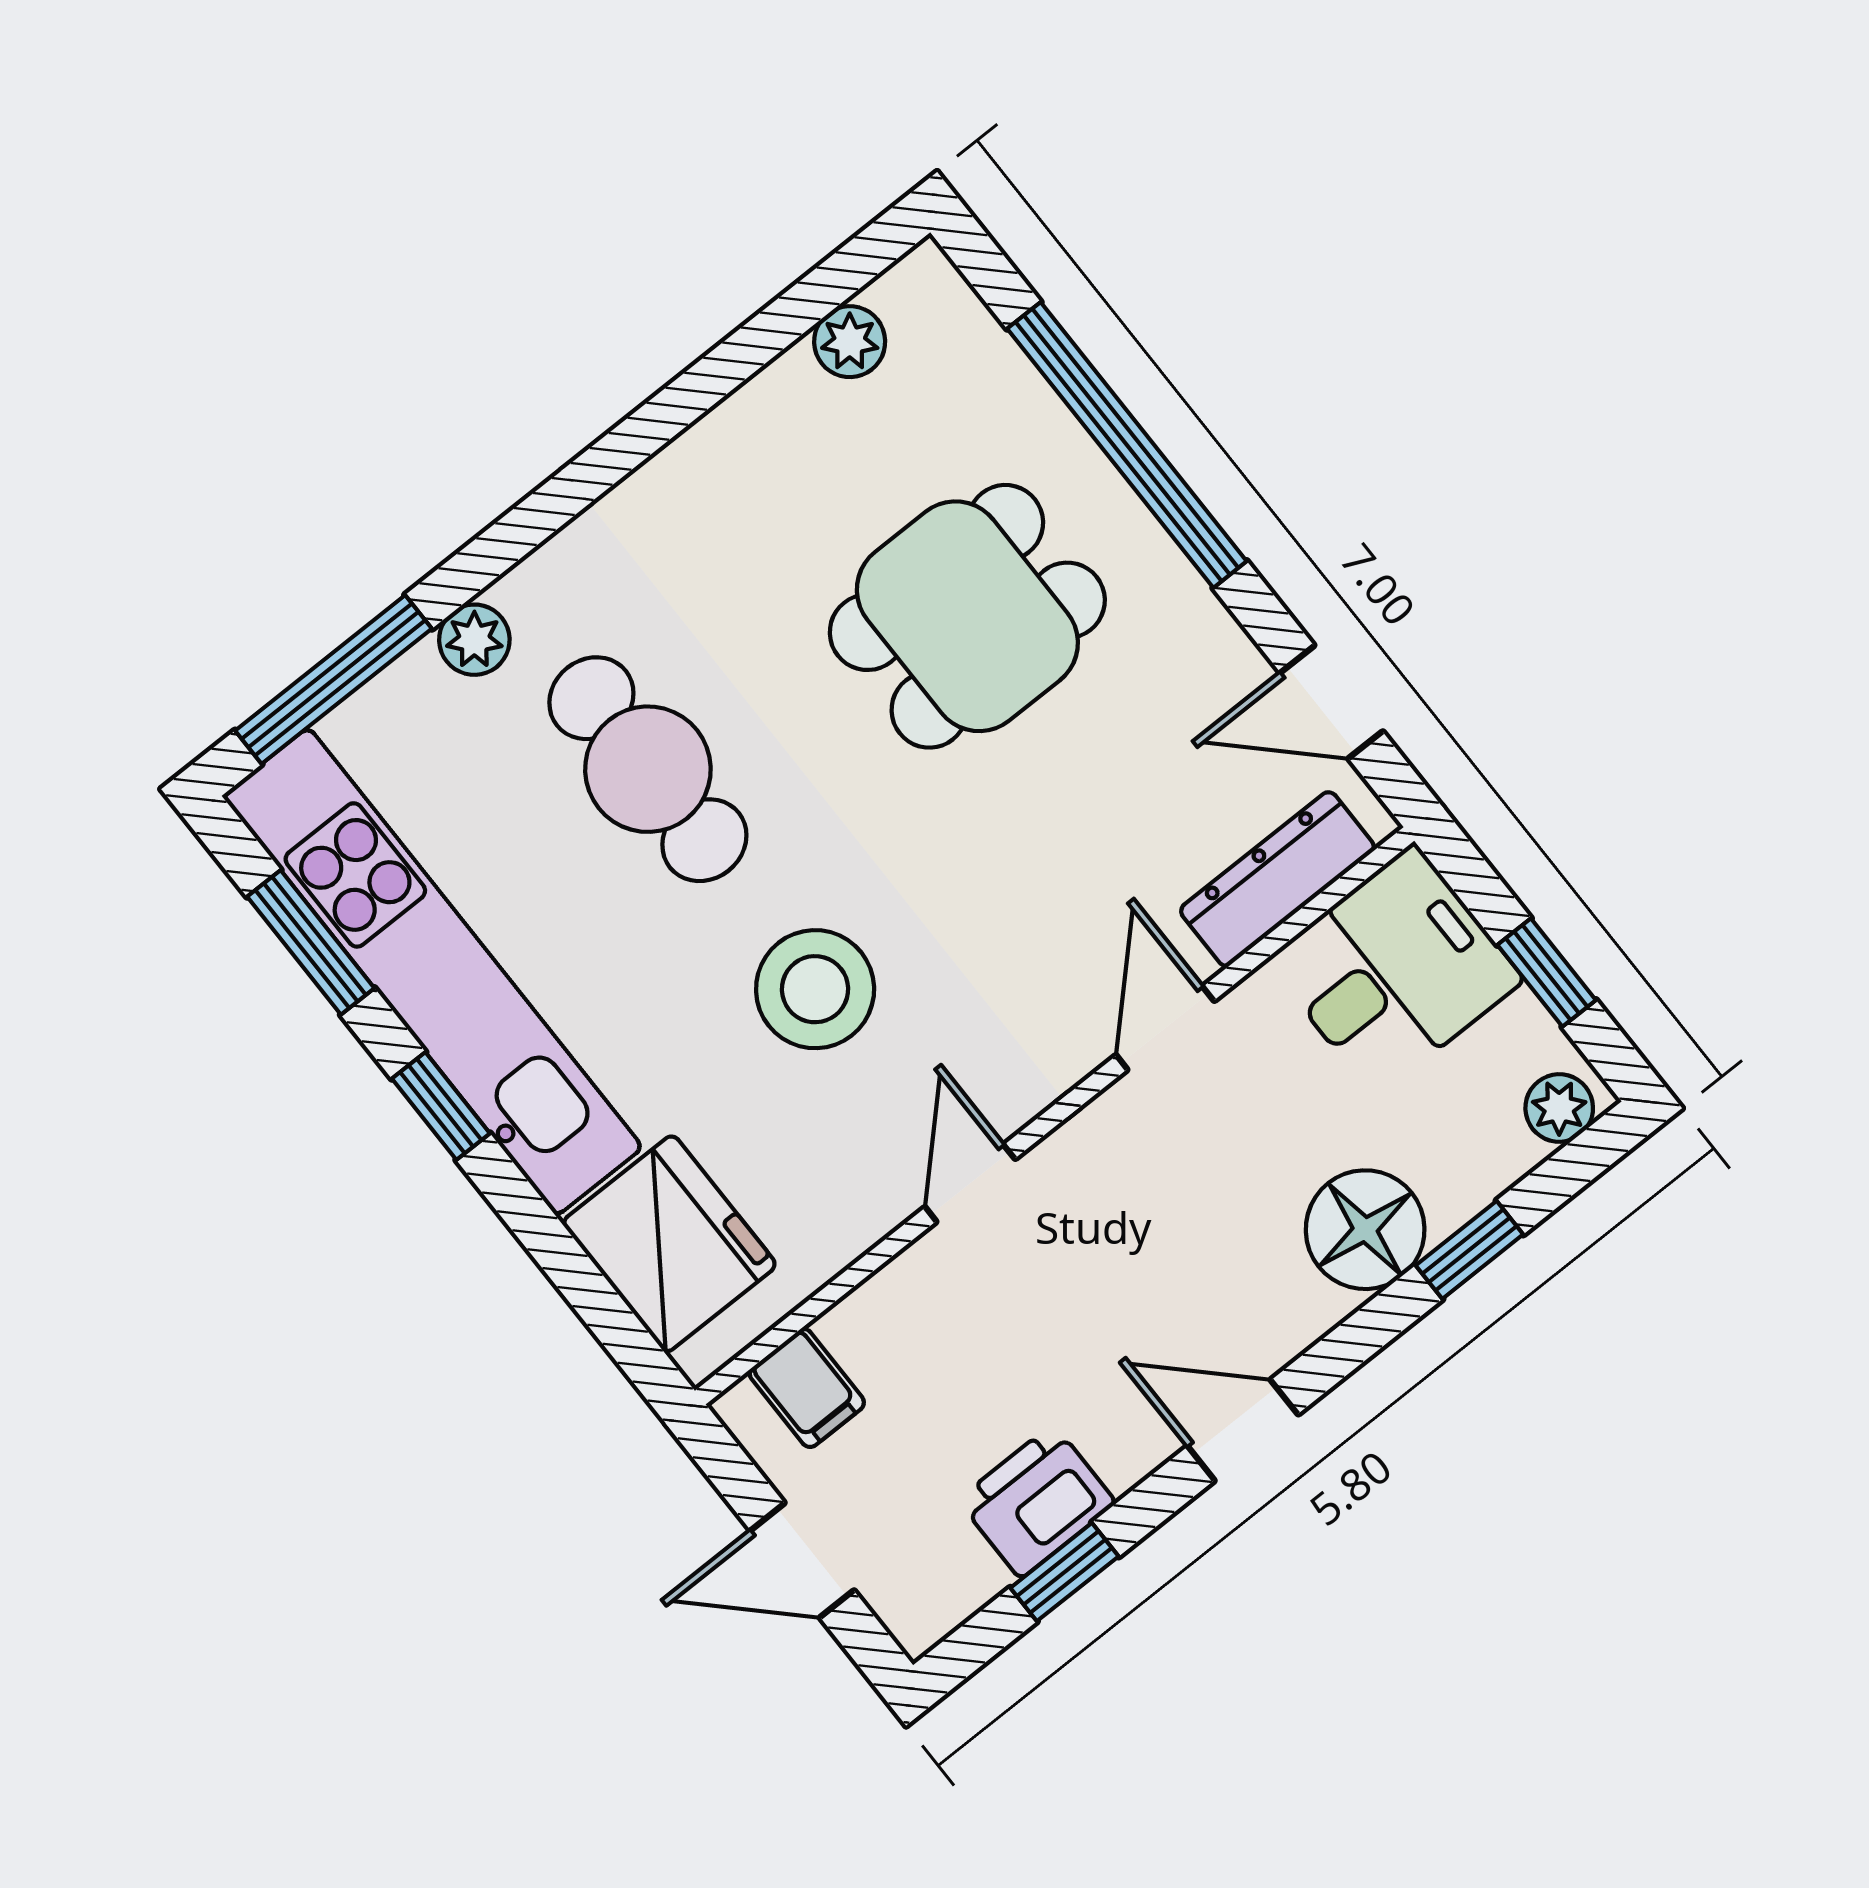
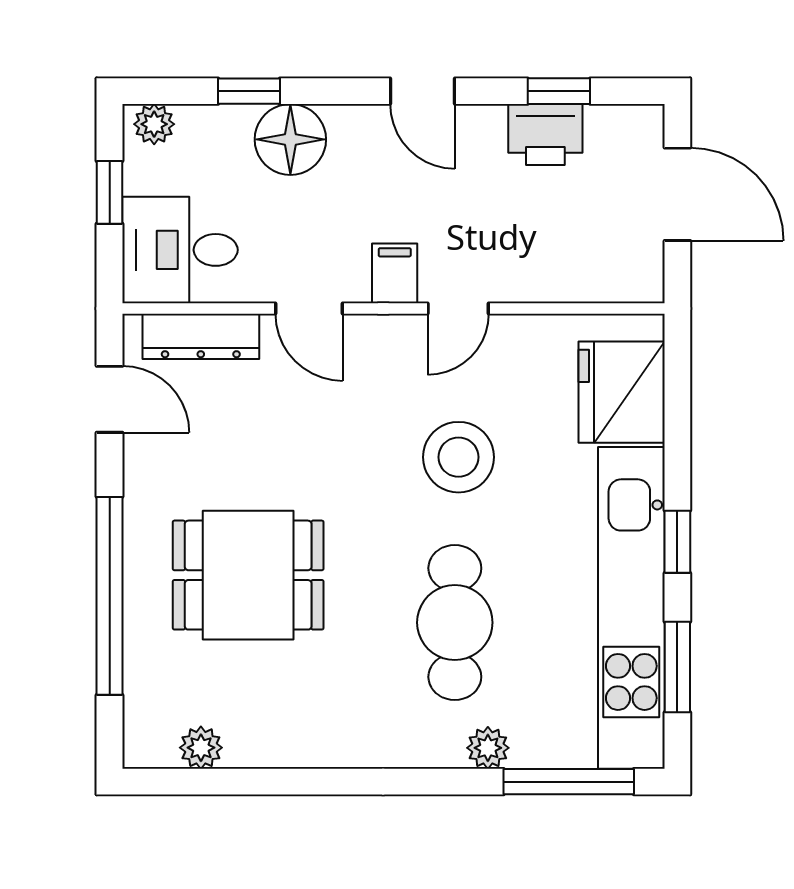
door: (1165, 1028) -> (309, 309), hinge flipped
filing cabinet: (807, 1388) -> (395, 273), moved
door: (802, 1560) -> (677, 194), width x1.38

